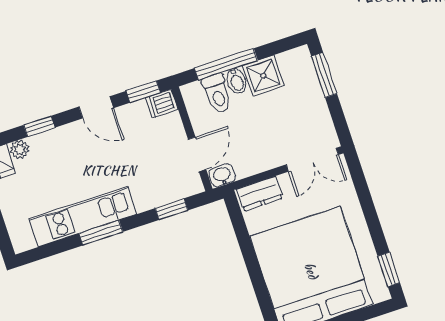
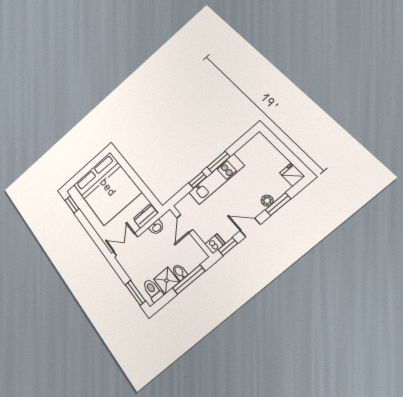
toilet: (217, 94) -> (153, 290), moved
window: (39, 126) -> (278, 204), width x1.50
plant: (20, 149) -> (267, 201), moved
washbasin: (222, 175) -> (157, 227), moved
window: (172, 209) -> (198, 180), moved
kitchen unit: (83, 217) -> (216, 179), moved

